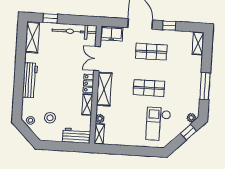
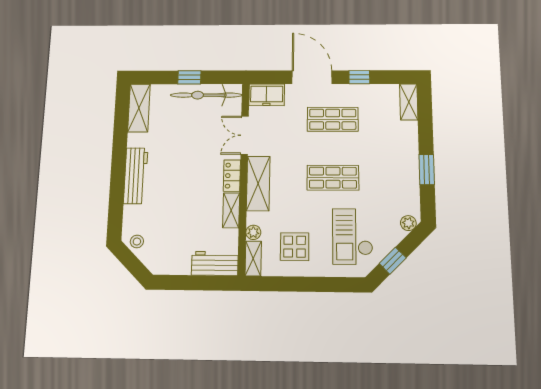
window: (50, 18) -> (189, 77), moved
window: (205, 86) -> (427, 169), width x0.69
stool: (50, 118) -> (169, 236), removed
display table: (124, 128) -> (295, 247), added
window: (188, 132) -> (393, 261), moved

